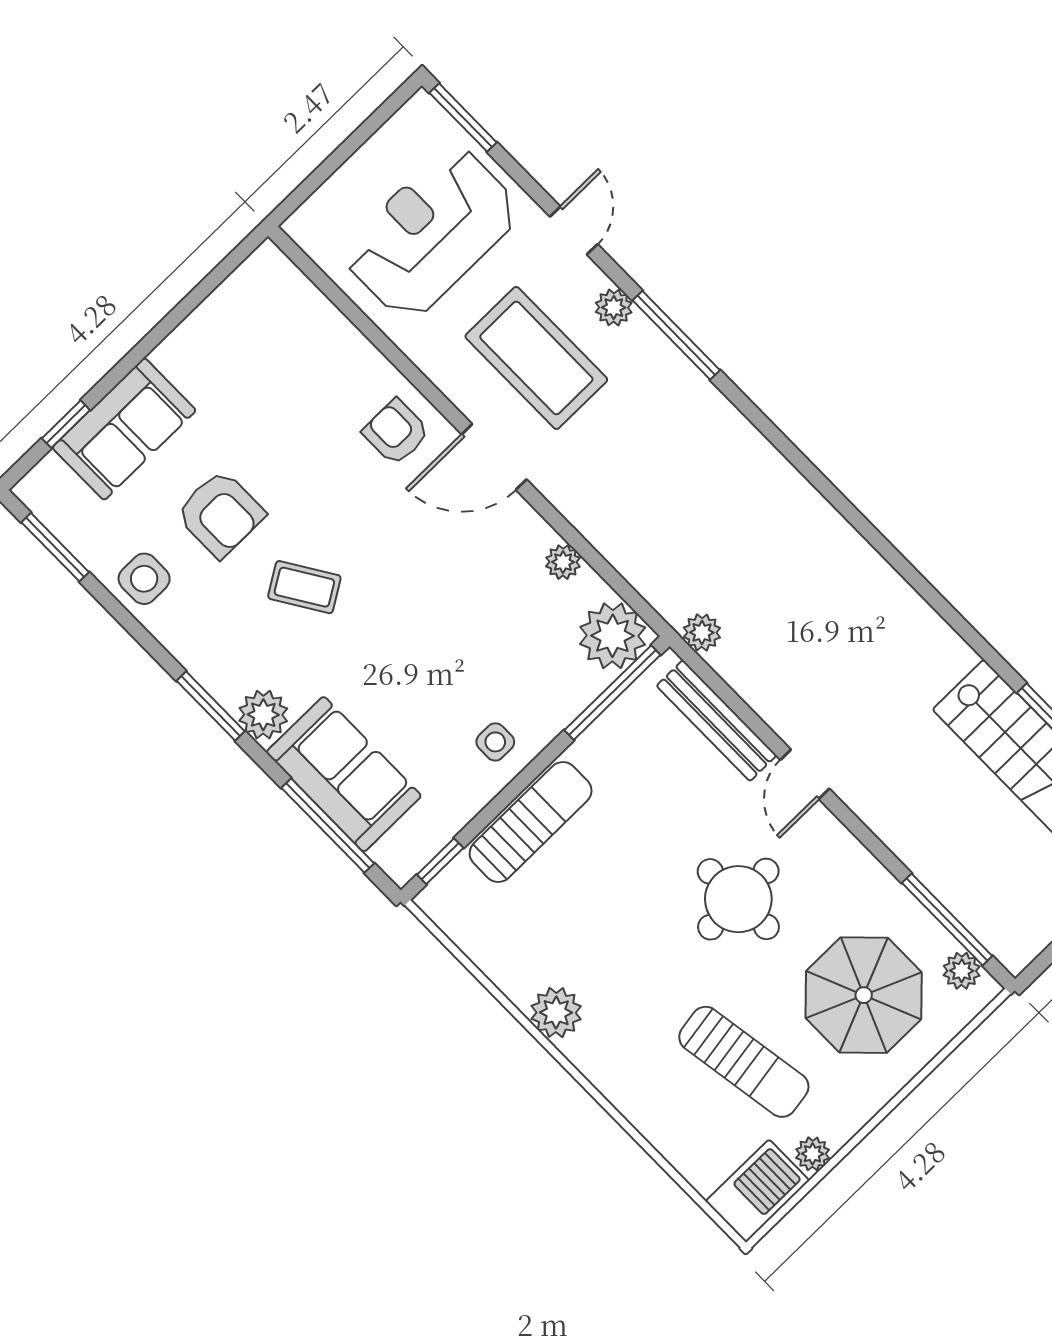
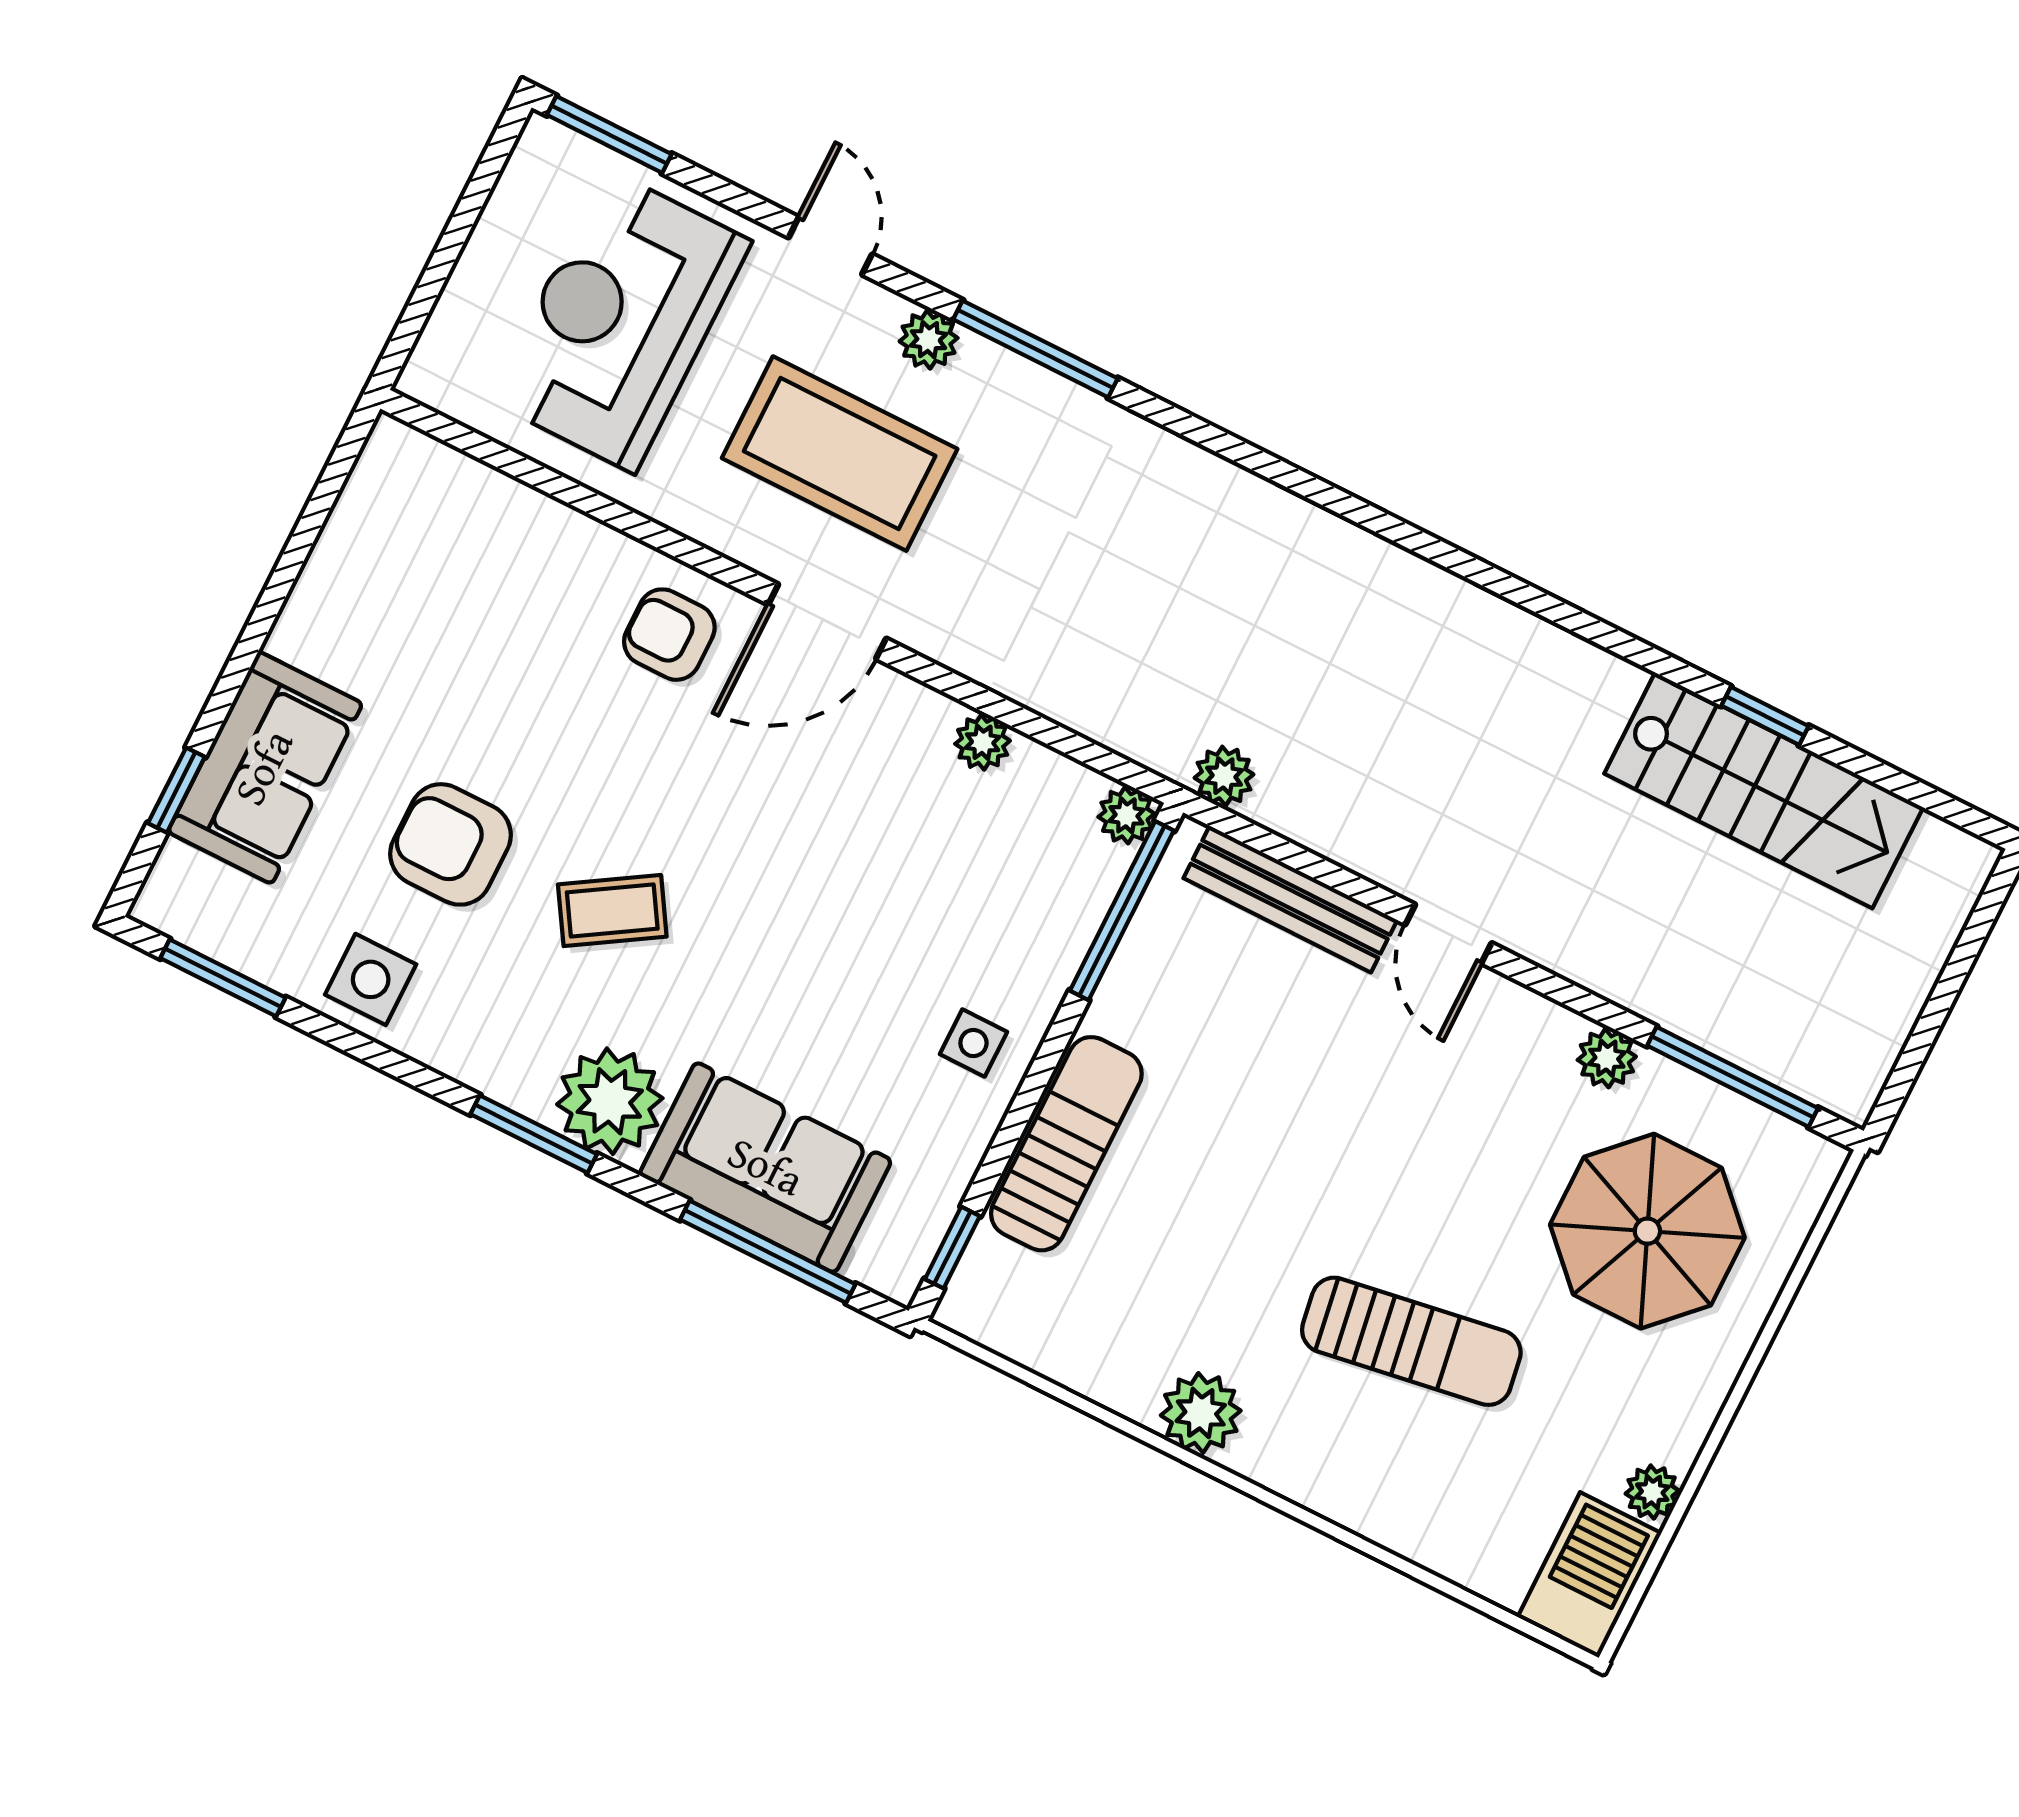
armchair: (220, 514) -> (451, 844), turned 180
plant: (613, 636) -> (1126, 815), width x0.53, depth x0.53
plant: (263, 715) -> (610, 1101), width x1.36, depth x1.36
round table: (738, 899) -> (1413, 1153), removed
plant: (962, 971) -> (1607, 1058), moved
sun lounger: (744, 1062) -> (1411, 1341), moved

